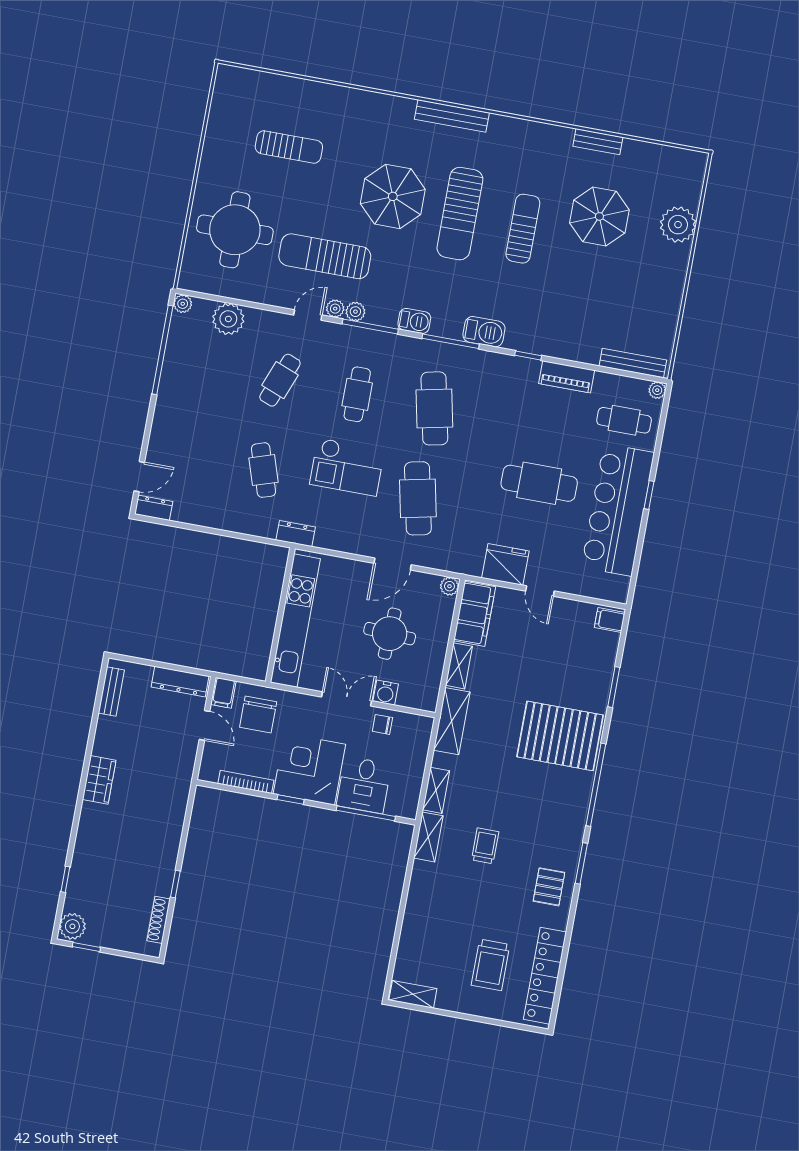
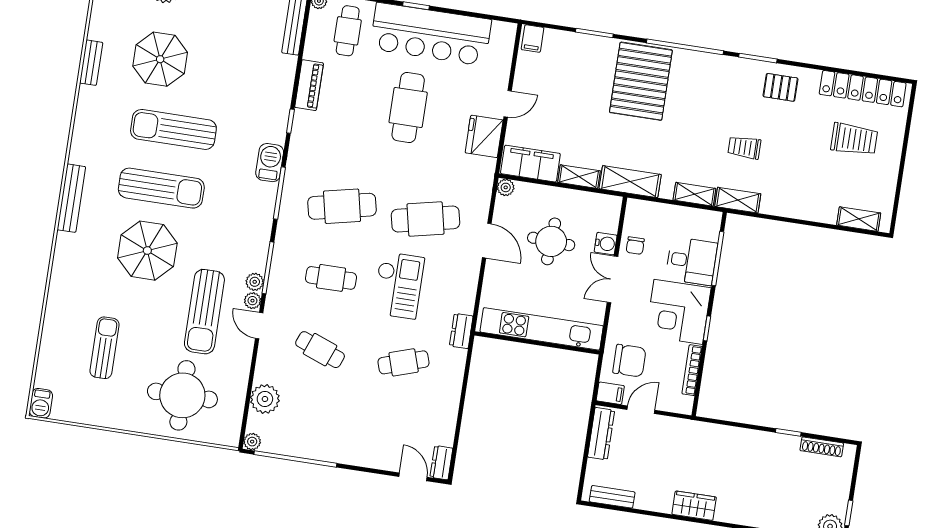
sun lounger: (523, 229) -> (173, 129), width x1.36, depth x1.34
barbecue: (414, 321) -> (41, 403), moved, turned 180
shelving: (413, 994) -> (859, 219), moved, turned 90

